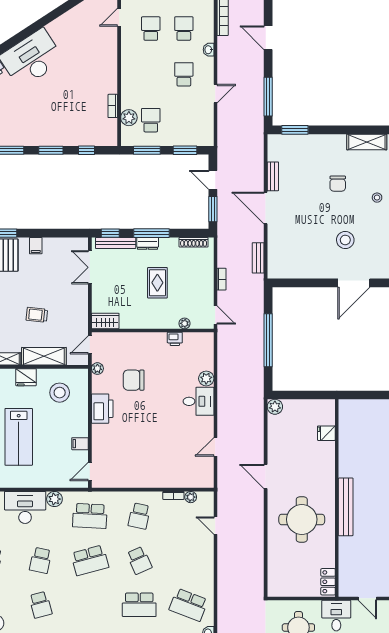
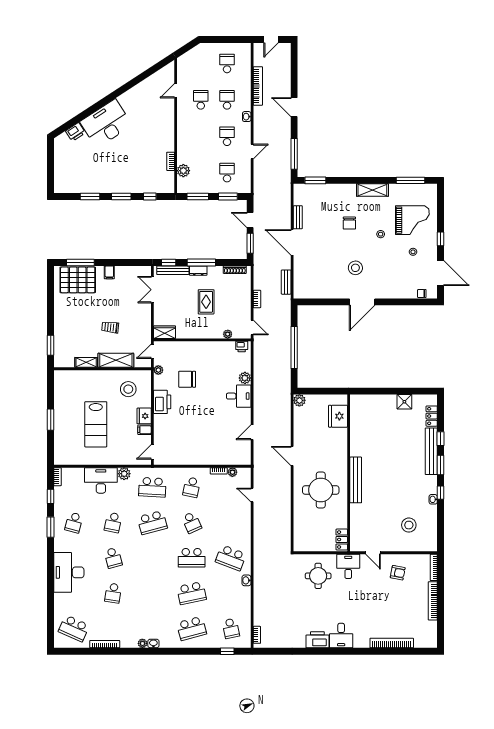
school desk: (151, 120) -> (227, 173), moved
printer: (175, 339) -> (242, 347), moved
fridge: (26, 377) -> (144, 416), moved, turned 90
fridge: (326, 433) -> (338, 416), width x1.88, depth x1.34

